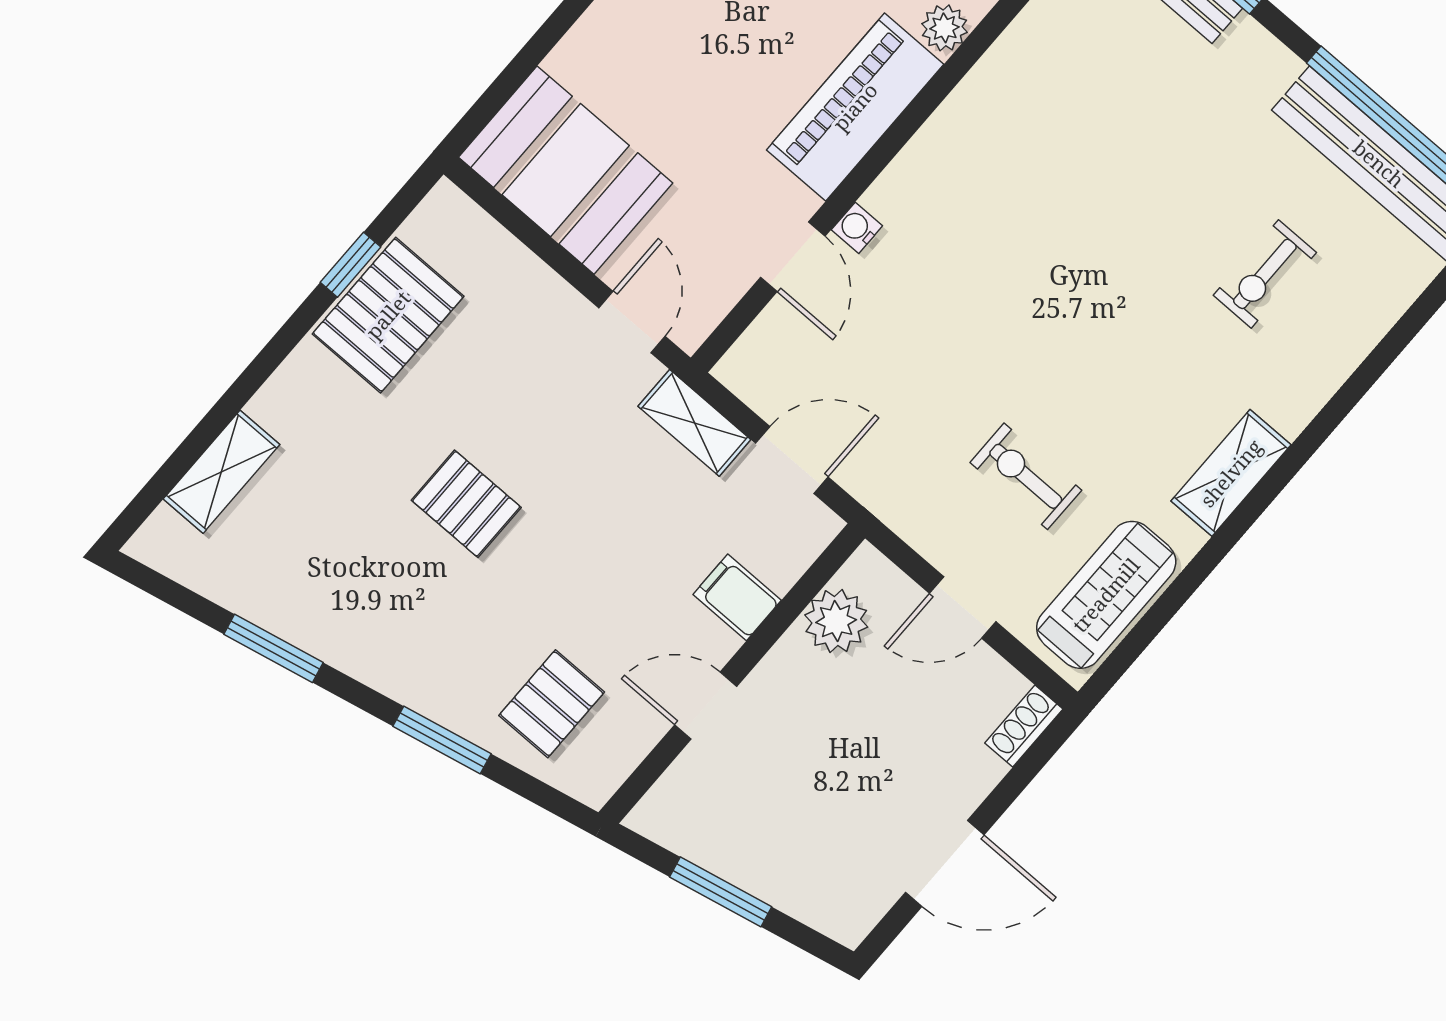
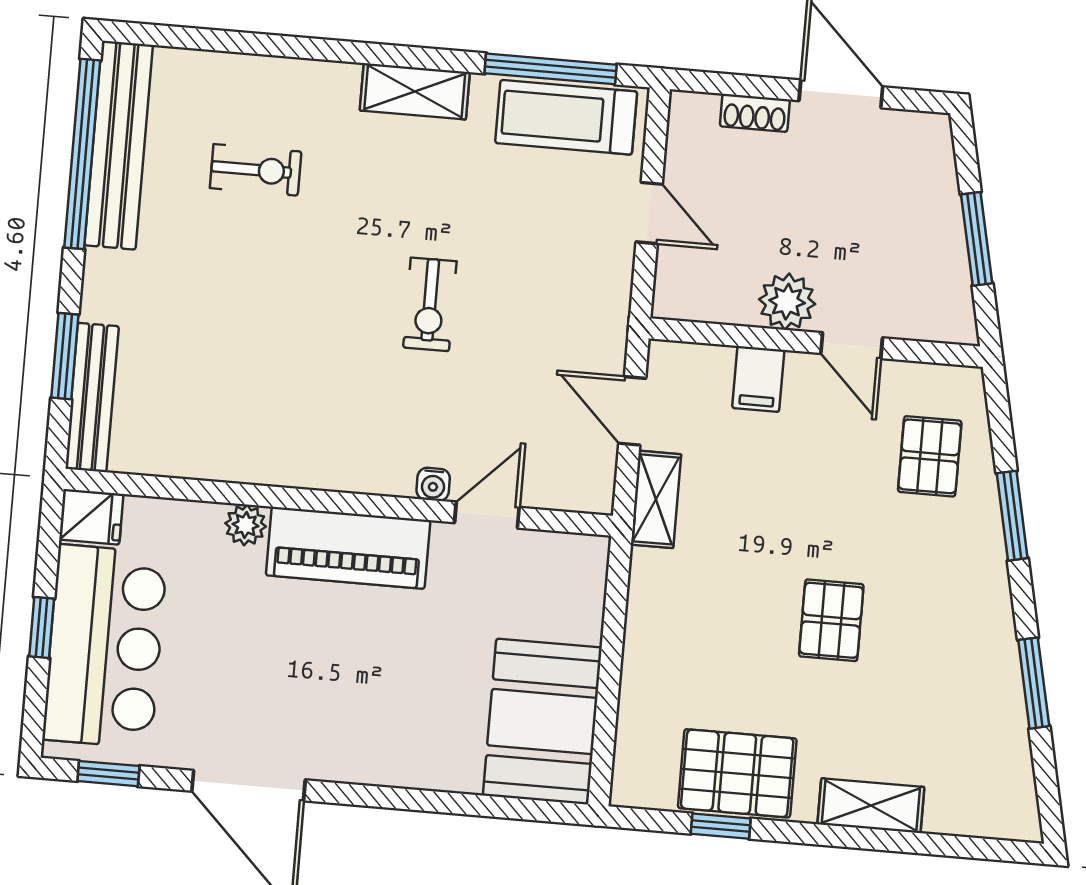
door: (632, 322) -> (616, 596), removed
shelving: (222, 472) -> (871, 806), moved
exercise bike: (1026, 476) -> (430, 304), moved
window: (1161, 613) -> (551, 69), added
plant: (836, 621) -> (787, 302), moved
pallet: (552, 704) -> (930, 456), turned 90
shoe rack: (1024, 726) -> (755, 113), moved

